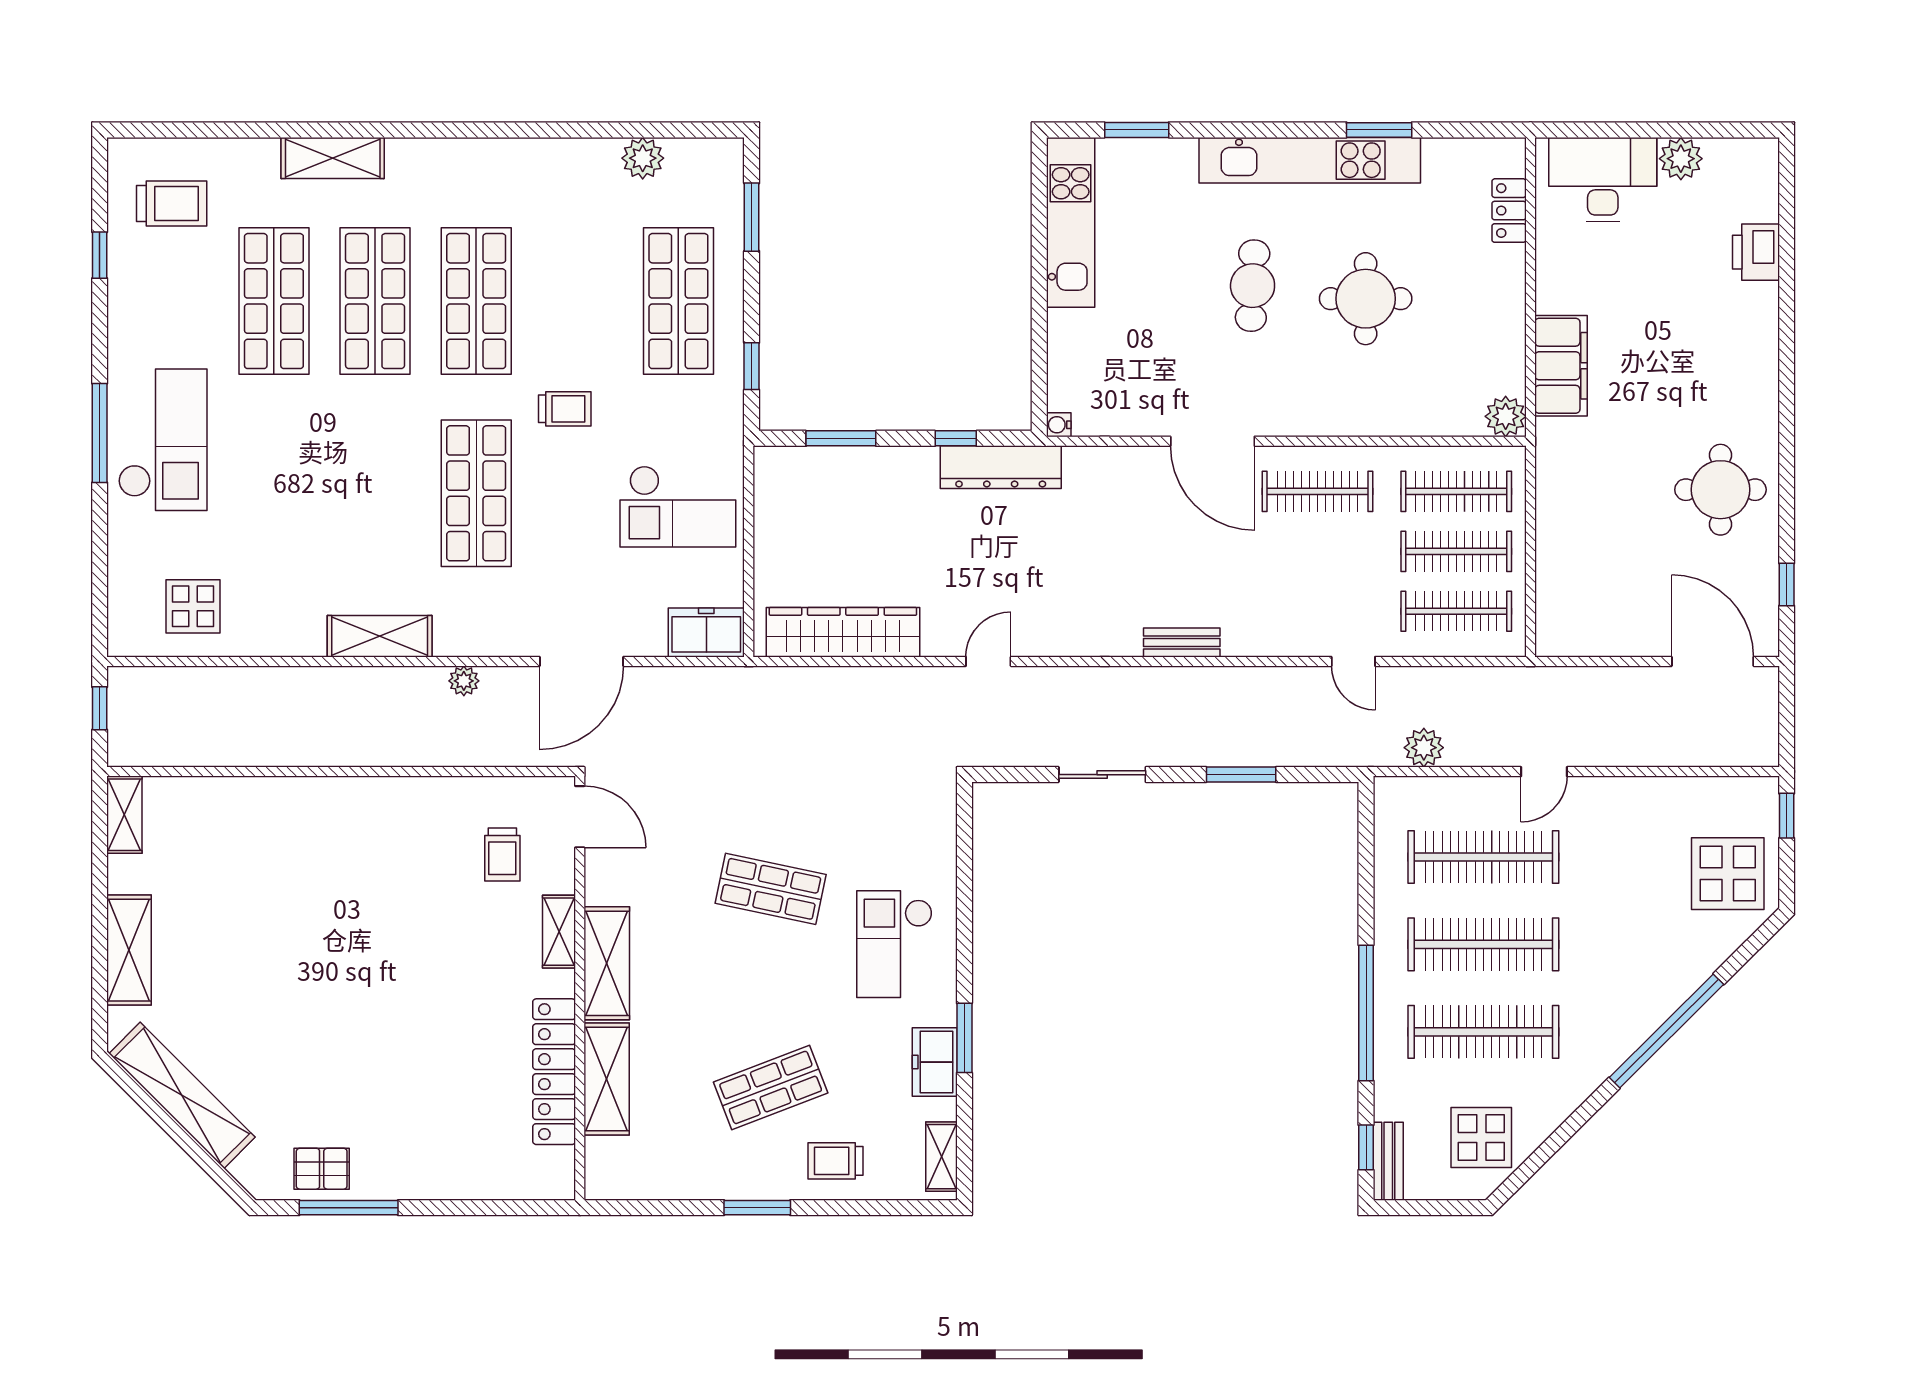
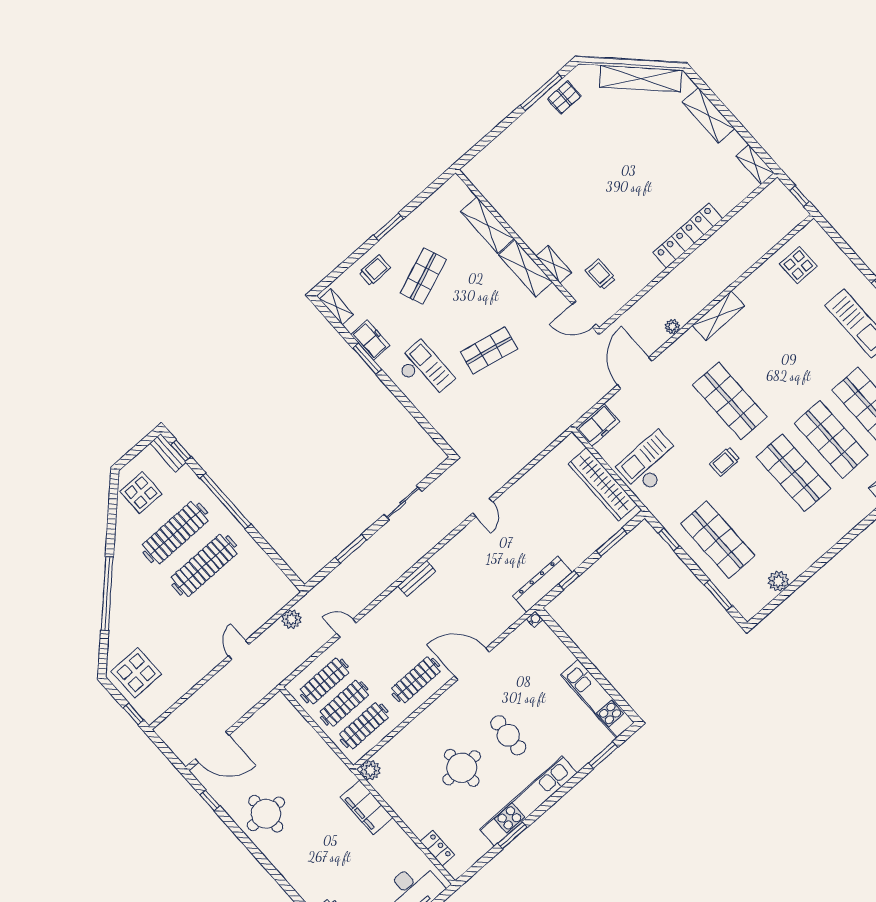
wardrobe: (843, 632) -> (603, 484), moved, turned 90
clothes rail: (1483, 857) -> (233, 598), removed
locker: (554, 1072) -> (688, 236), moved, turned -90

